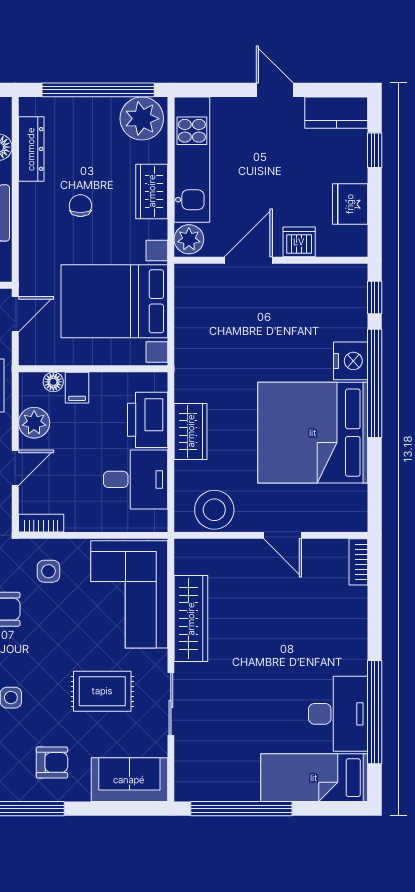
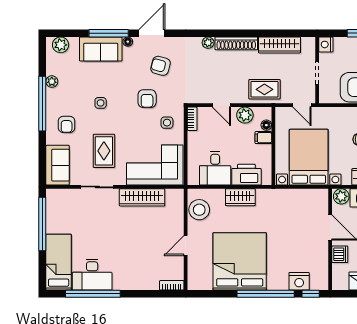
nightstand: (351, 361) -> (299, 281), moved

